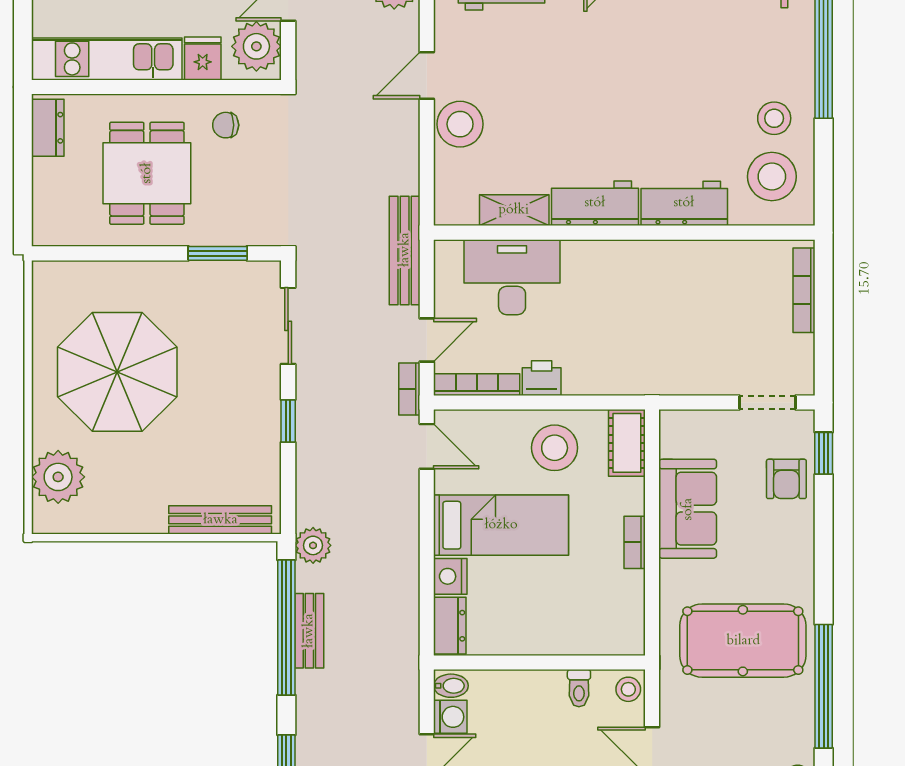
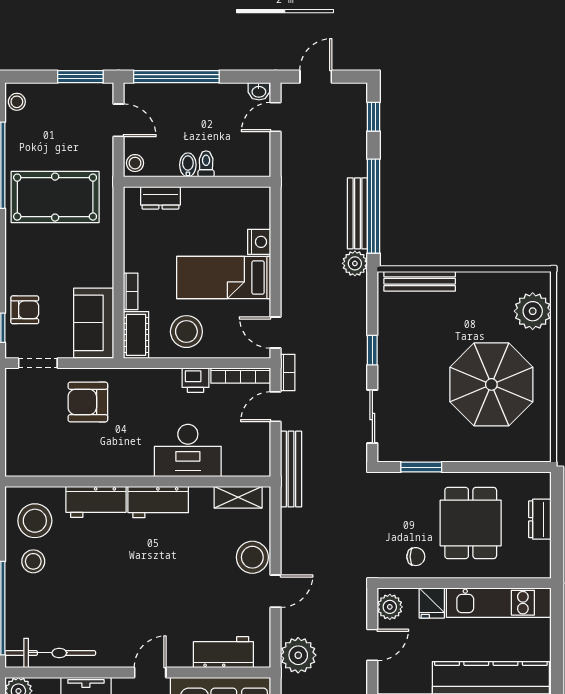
plant: (256, 46) -> (390, 607), width x0.73, depth x0.73
dresser: (48, 128) -> (540, 519), moved
shelving: (514, 210) -> (238, 497), moved
desk: (512, 277) -> (188, 451), moved
bookcase: (804, 290) -> (12, 441), removed
armchair: (696, 347) -> (88, 402), added
armchair: (786, 479) -> (25, 310), turned 90
sofa: (688, 509) -> (94, 323), moved
bookcase: (635, 542) -> (131, 291), moved
dresser: (450, 626) -> (160, 198), moved, turned -90
bench: (309, 631) -> (357, 213), width x1.36
bidet: (451, 686) -> (188, 165), moved, turned 90
toilet: (579, 688) -> (206, 164), moved
washing machine: (450, 717) -> (259, 144), removed

